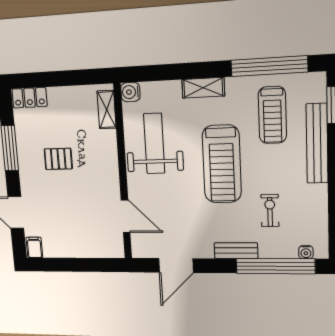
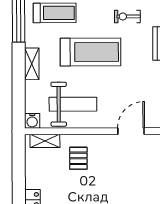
weight bench: (154, 143) -> (73, 104), turned 180
pallet: (58, 159) -> (78, 158), moved

